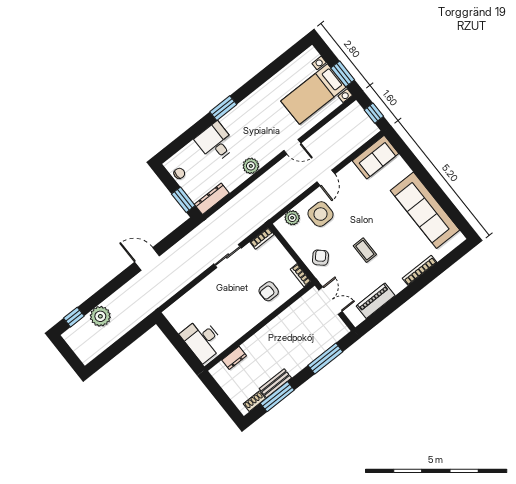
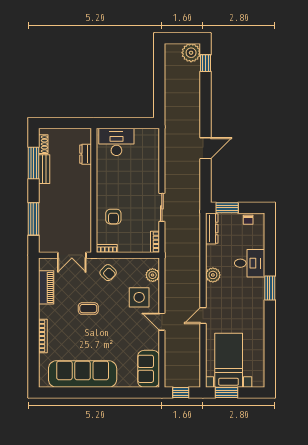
armchair: (269, 291) -> (113, 217), turned 180
plant: (100, 316) -> (191, 53), moved

